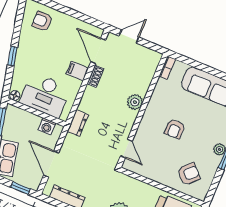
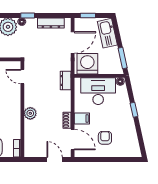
armchair: (42, 21) -> (105, 138), moved, turned -90
door: (129, 37) -> (55, 160), swing flipped
washing machine: (47, 127) -> (87, 64), width x1.89, depth x1.89
door: (51, 164) -> (73, 42), hinge flipped

